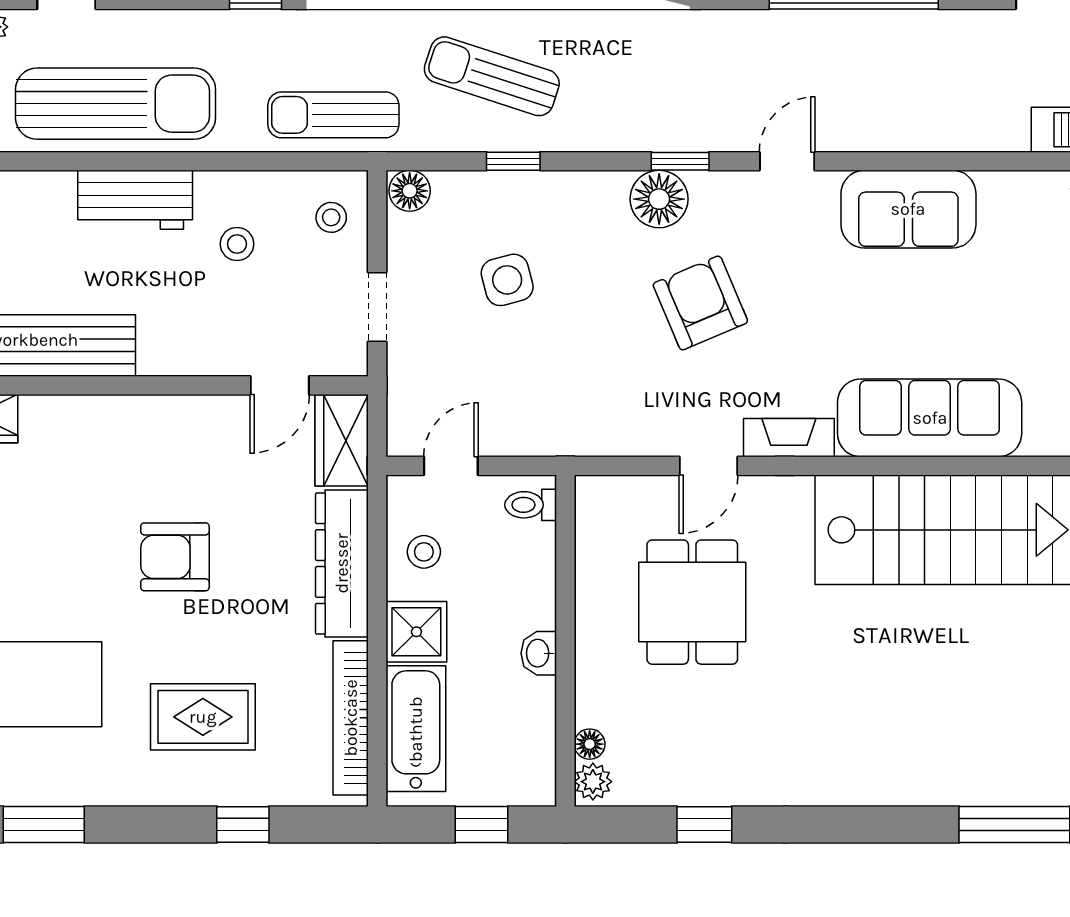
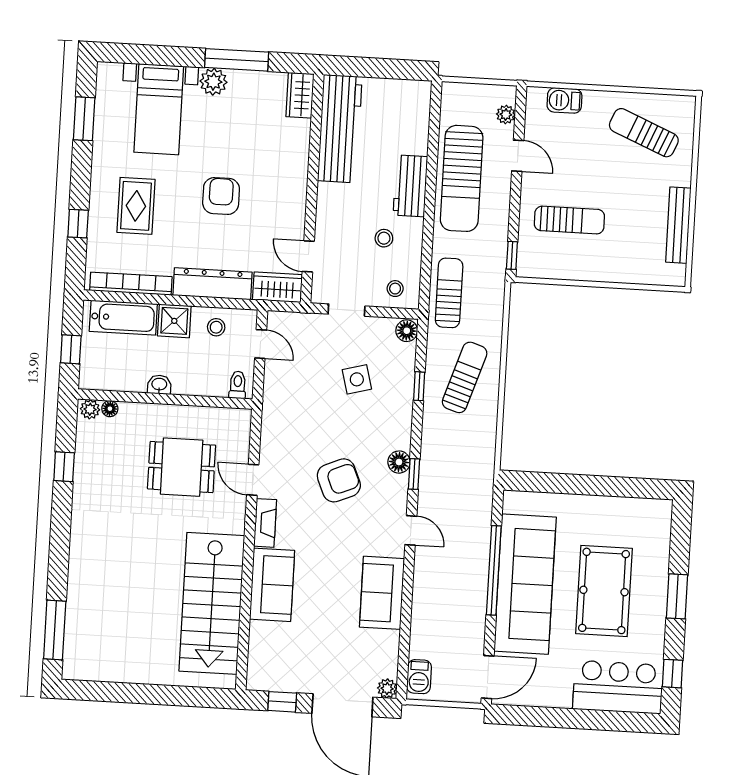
floor lamp: (659, 199) -> (399, 462), width x0.73, depth x0.73
sofa: (930, 418) -> (272, 585), width x0.73

